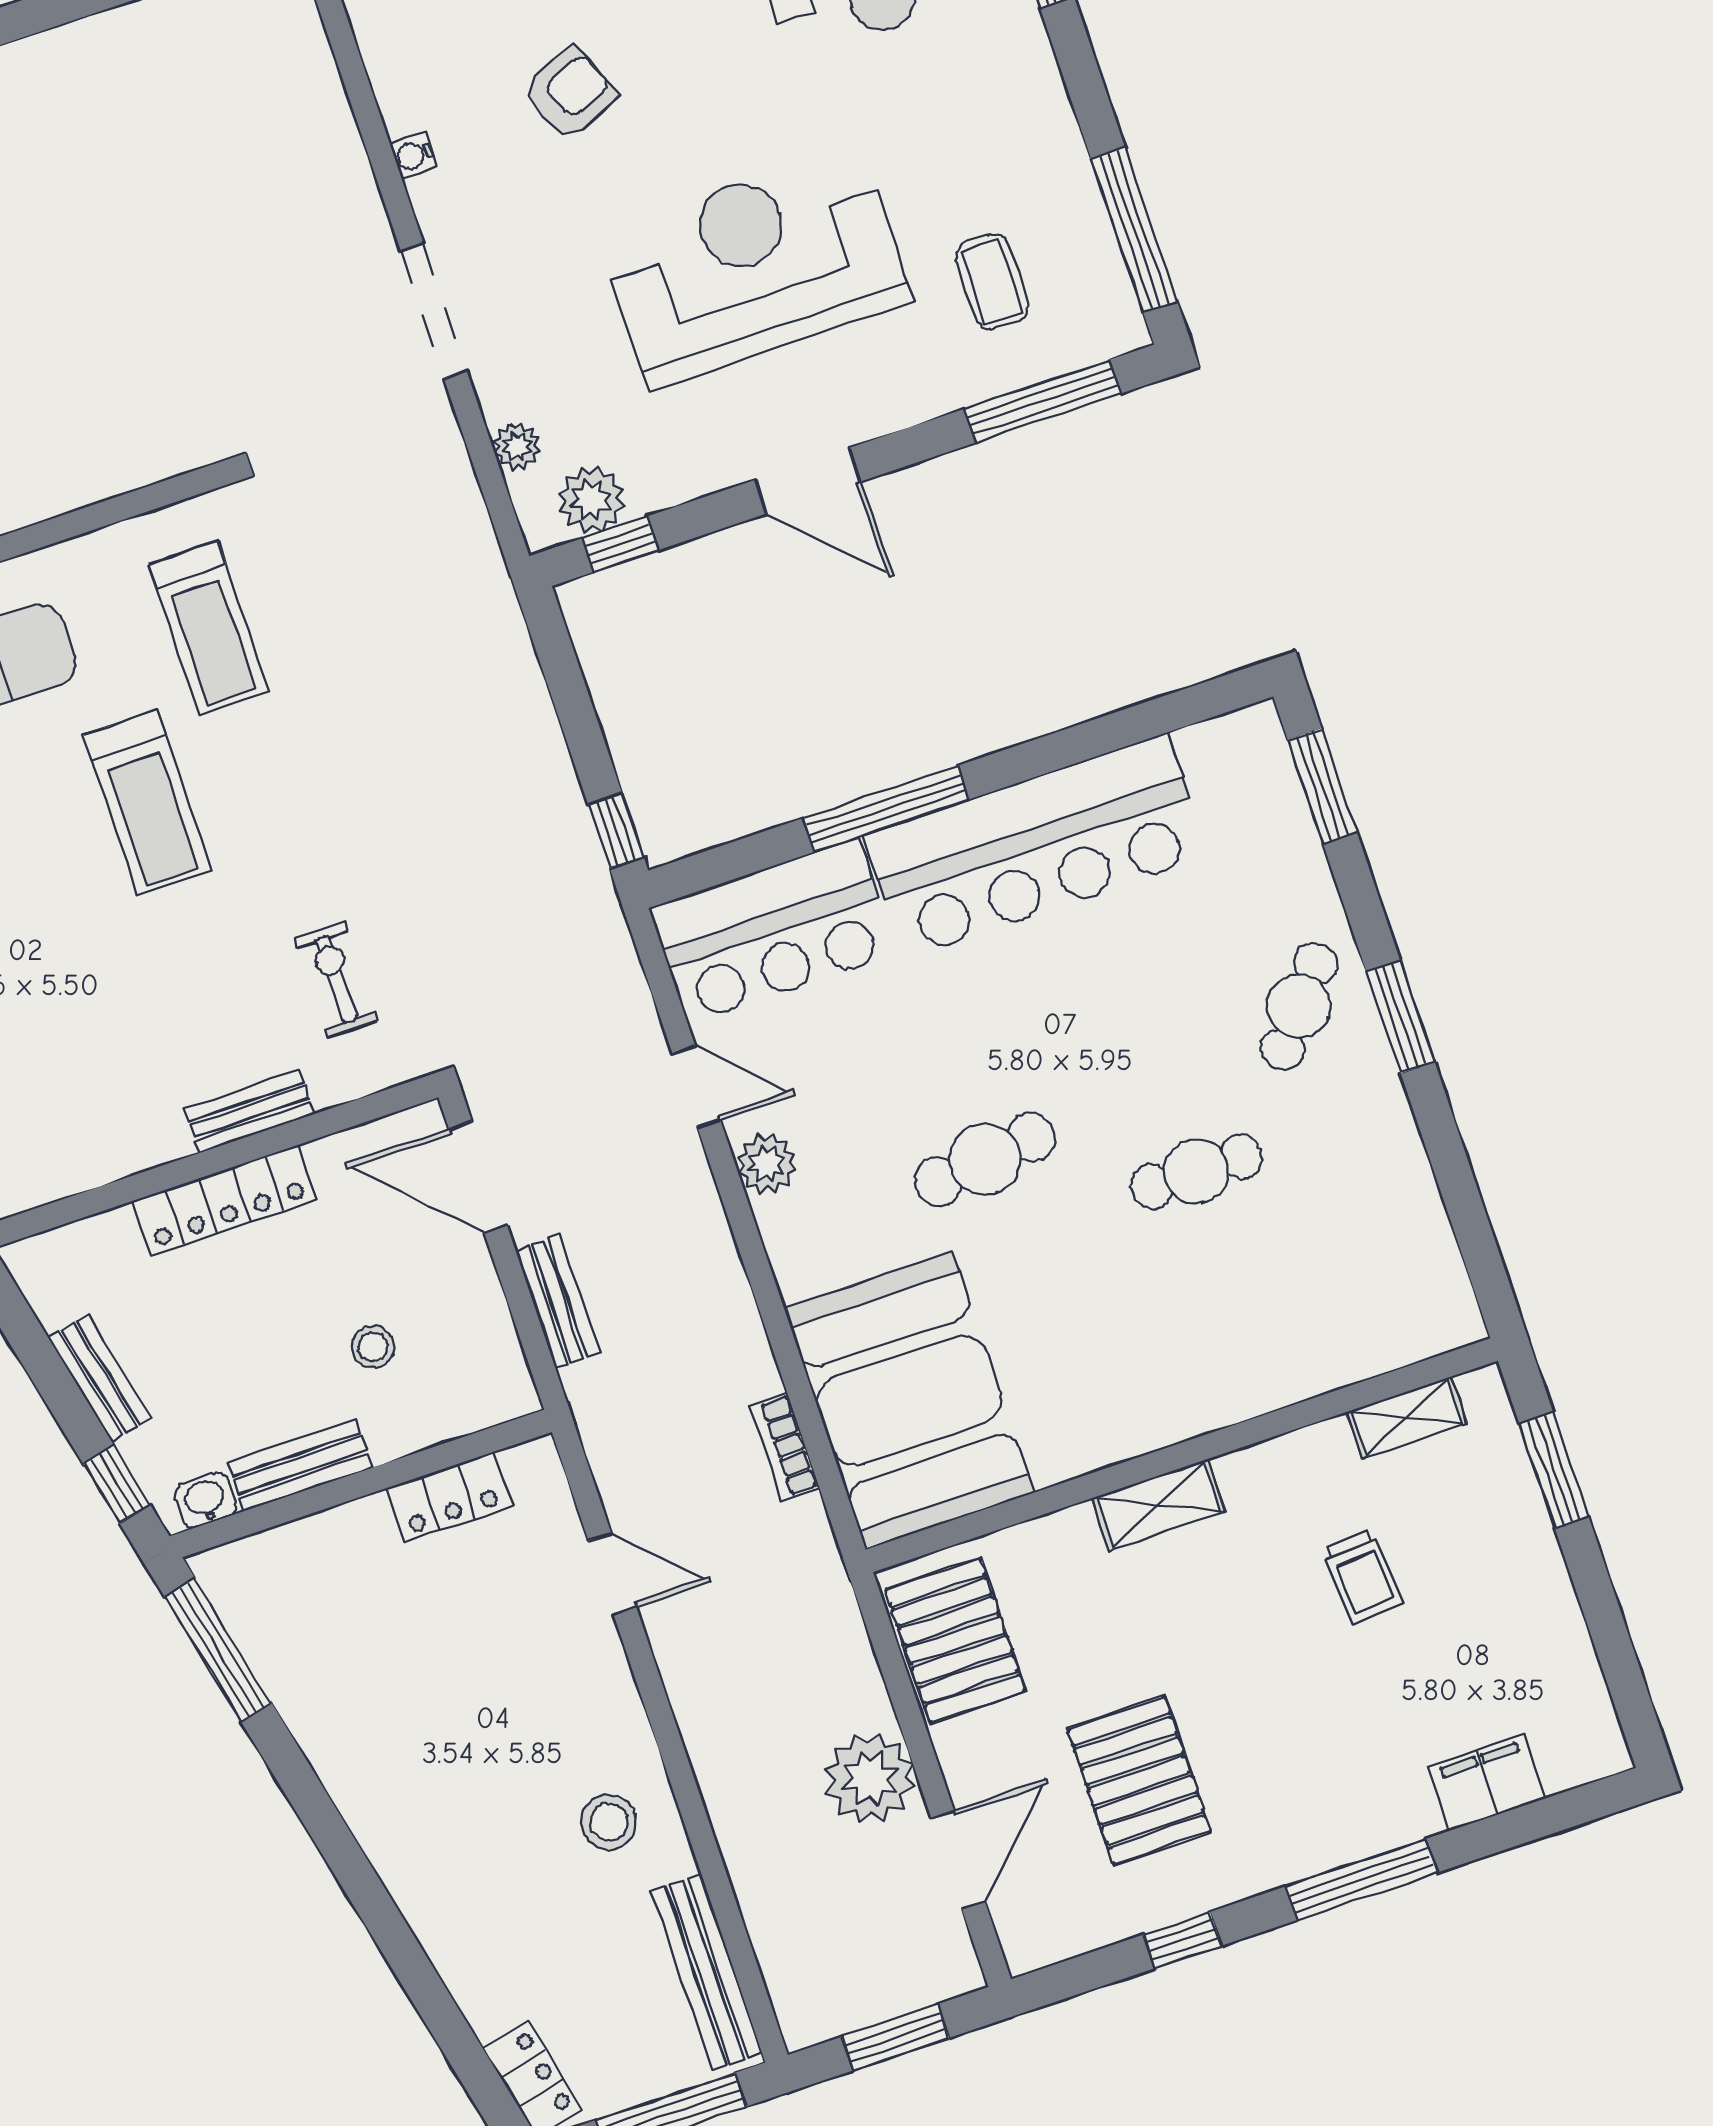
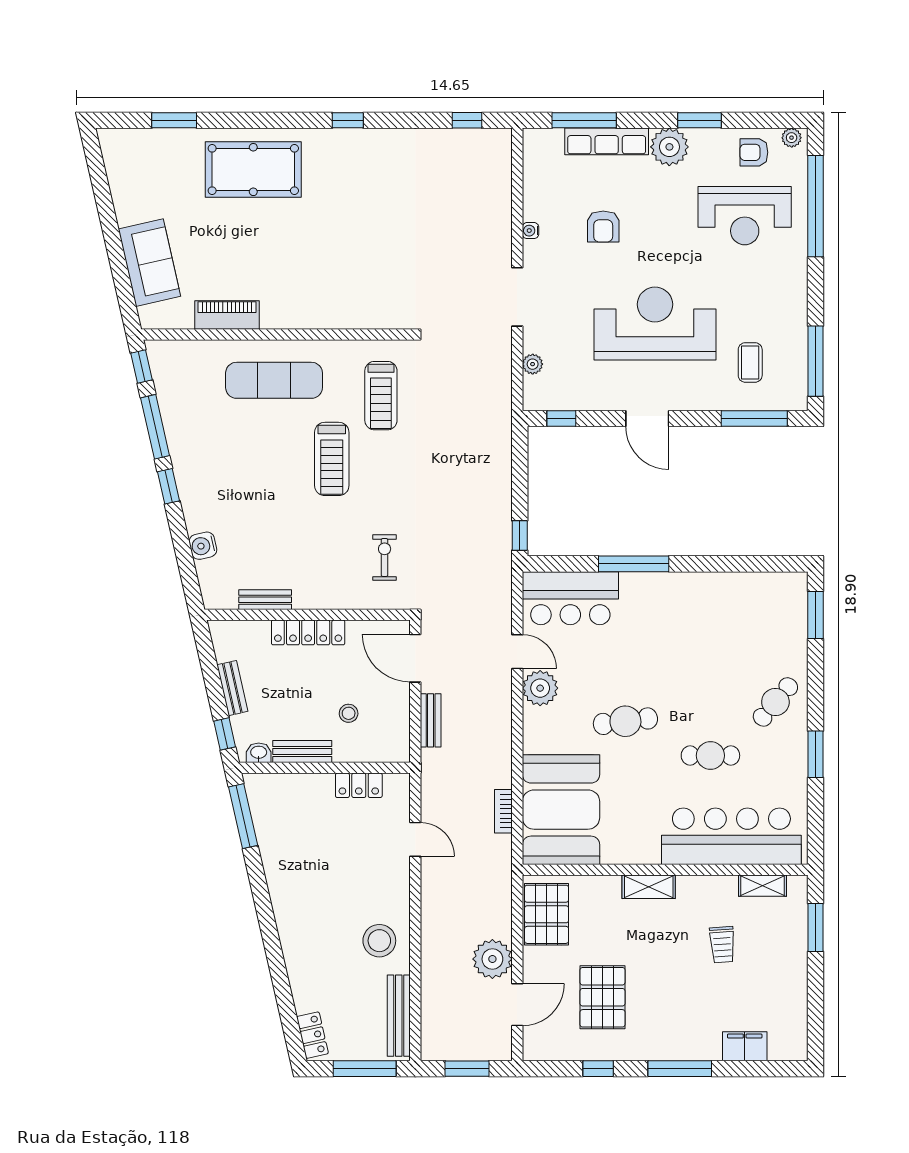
armchair: (570, 93) -> (603, 227), turned 113
plant: (591, 500) -> (556, 396), removed
bar counter: (1036, 846) -> (731, 836), moved, turned 180
window: (1400, 1017) -> (816, 754), moved
bench: (249, 1112) -> (265, 600), moved
plant: (767, 1164) -> (540, 688), width x1.36, depth x1.36
stool: (609, 1822) -> (379, 941), width x1.38, depth x1.38

